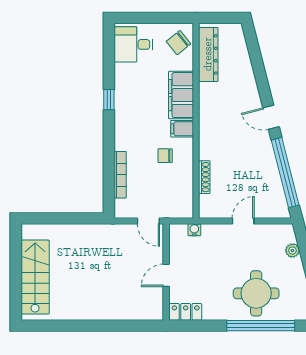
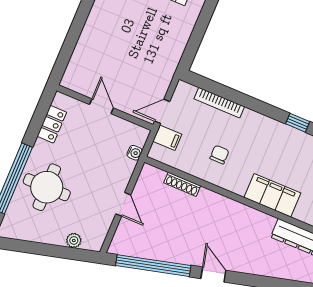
door: (271, 117) -> (213, 274), hinge flipped
filing cabinet: (182, 129) -> (167, 138), moved, turned 90
locker: (186, 312) -> (52, 124), moved

